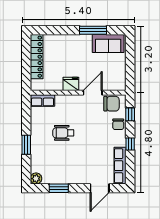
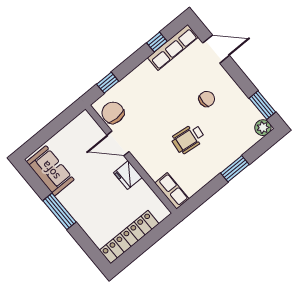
window: (93, 30) -> (59, 211), moved
chair: (118, 124) -> (207, 99), moved
wheelchair: (63, 133) -> (188, 139), turned 97
window: (130, 144) -> (157, 42), moved
window: (59, 188) -> (262, 105), moved

